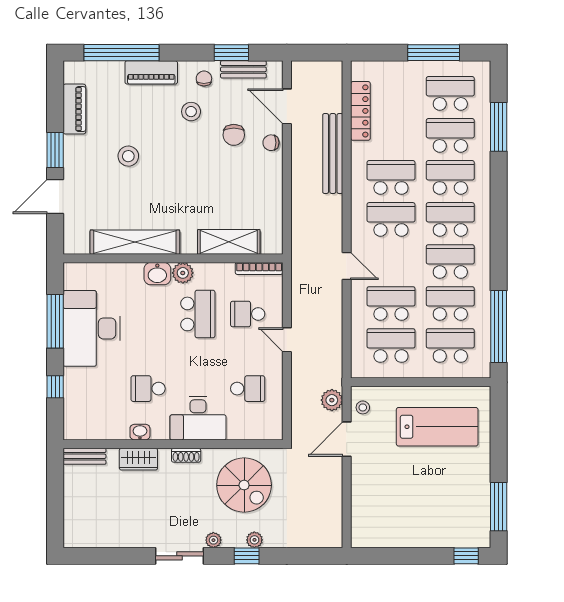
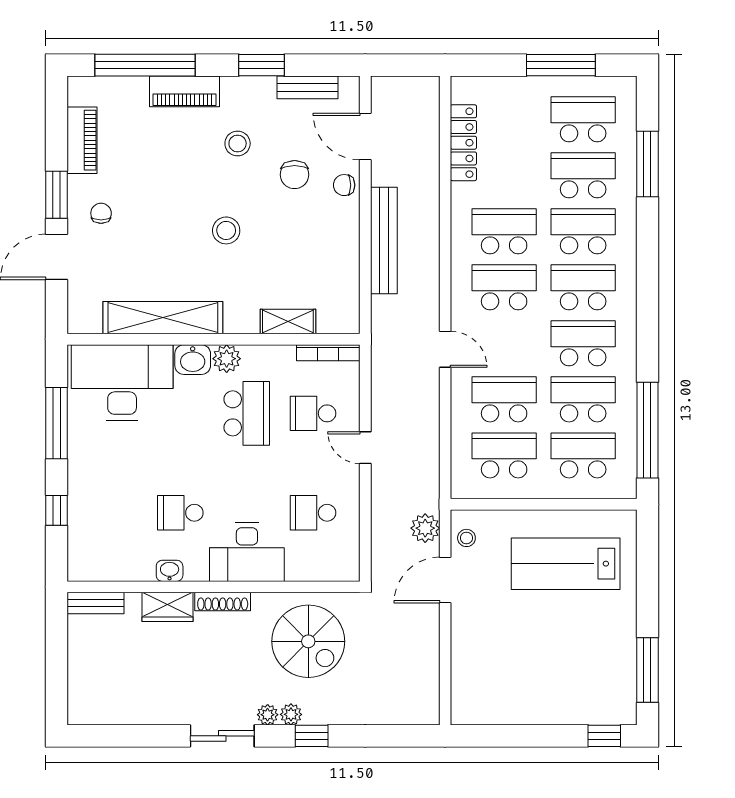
window: (231, 53) -> (262, 65), moved
chair: (204, 78) -> (101, 213), moved
bench: (333, 153) -> (384, 241), moved
stool: (128, 156) -> (226, 230), moved
shelving: (229, 242) -> (288, 321), width x0.67, depth x0.75
desk: (92, 328) -> (122, 383), moved, turned 90
school desk: (248, 389) -> (313, 513), turned 180
lab bench: (437, 427) -> (566, 564), turned 180
shoe rack: (186, 455) -> (223, 602), width x1.43
plant: (254, 540) -> (291, 714), moved

